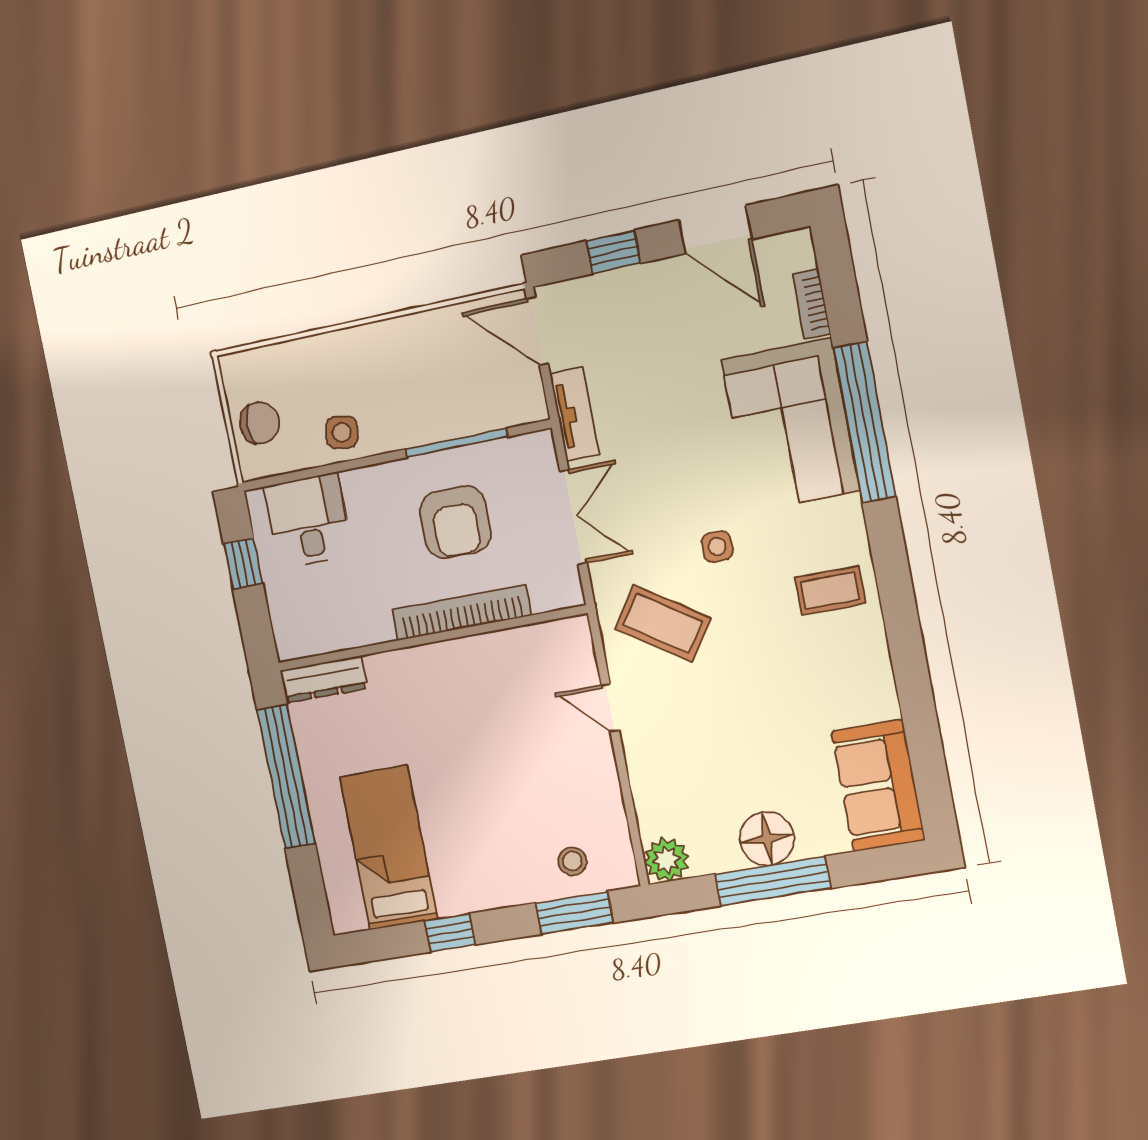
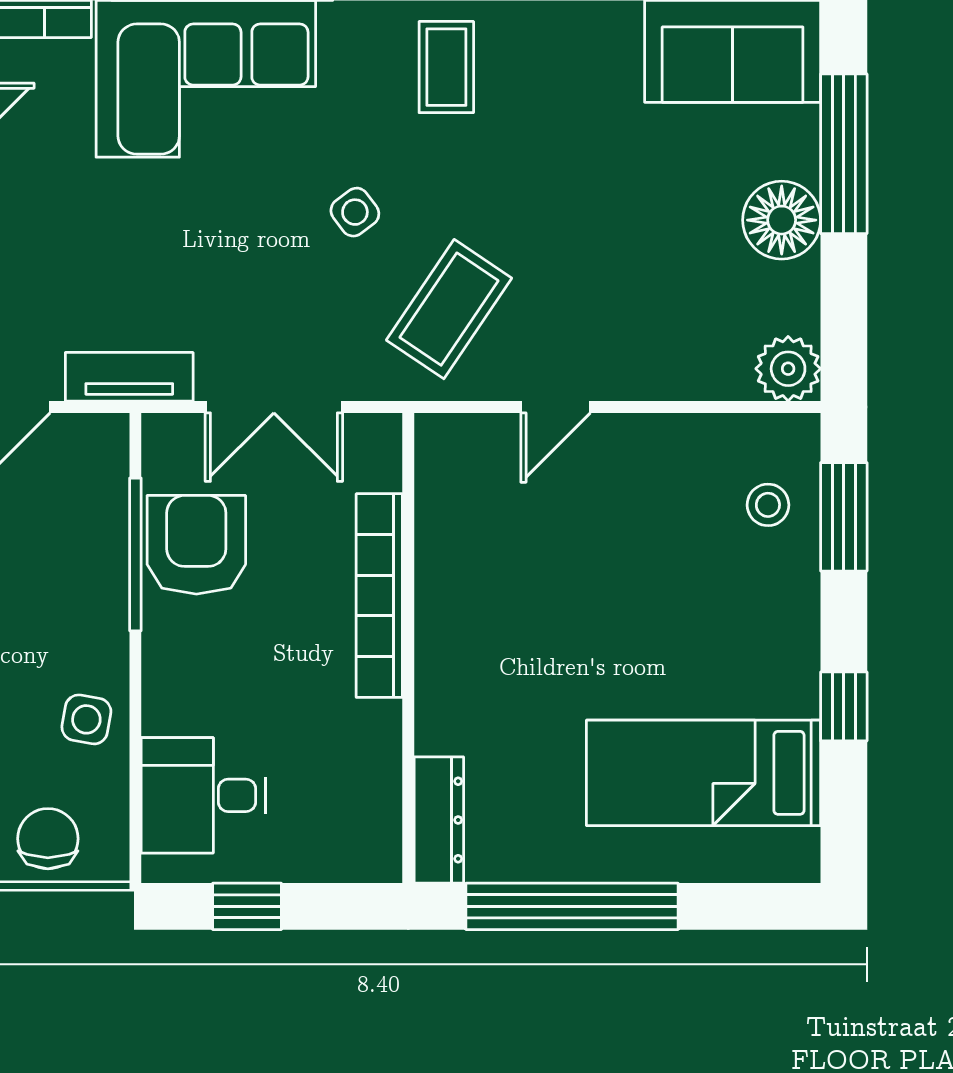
double door: (573, 517) -> (274, 407), swing flipped
armchair: (455, 522) -> (196, 545), moved, turned -90
side table: (717, 547) -> (355, 212), turned -37
window: (773, 881) -> (844, 154), moved

